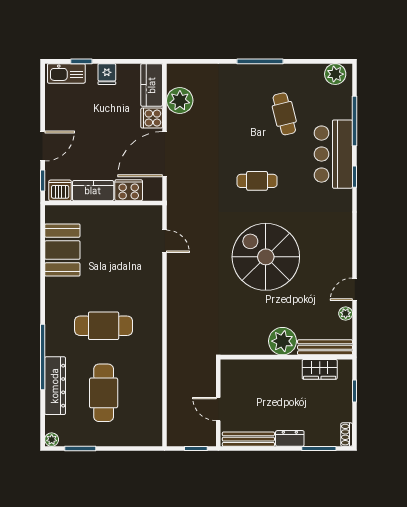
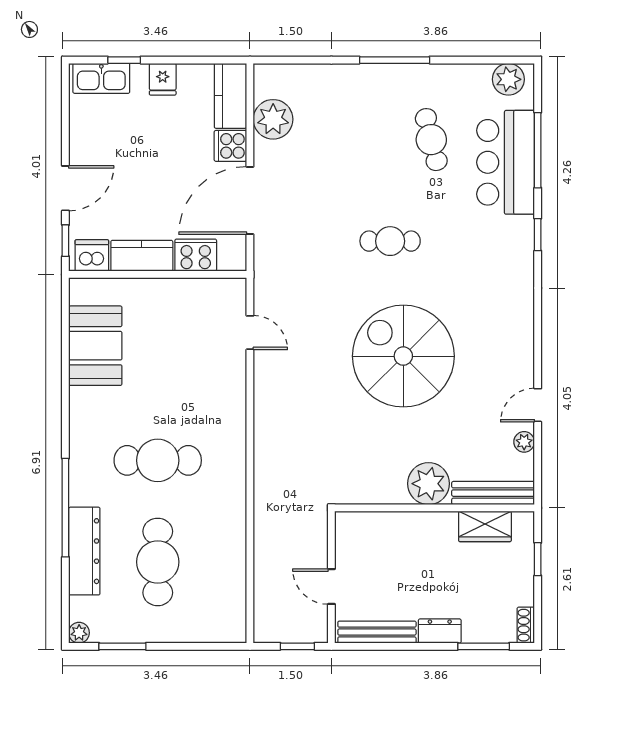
bar counter: (333, 154) -> (506, 162), moved

